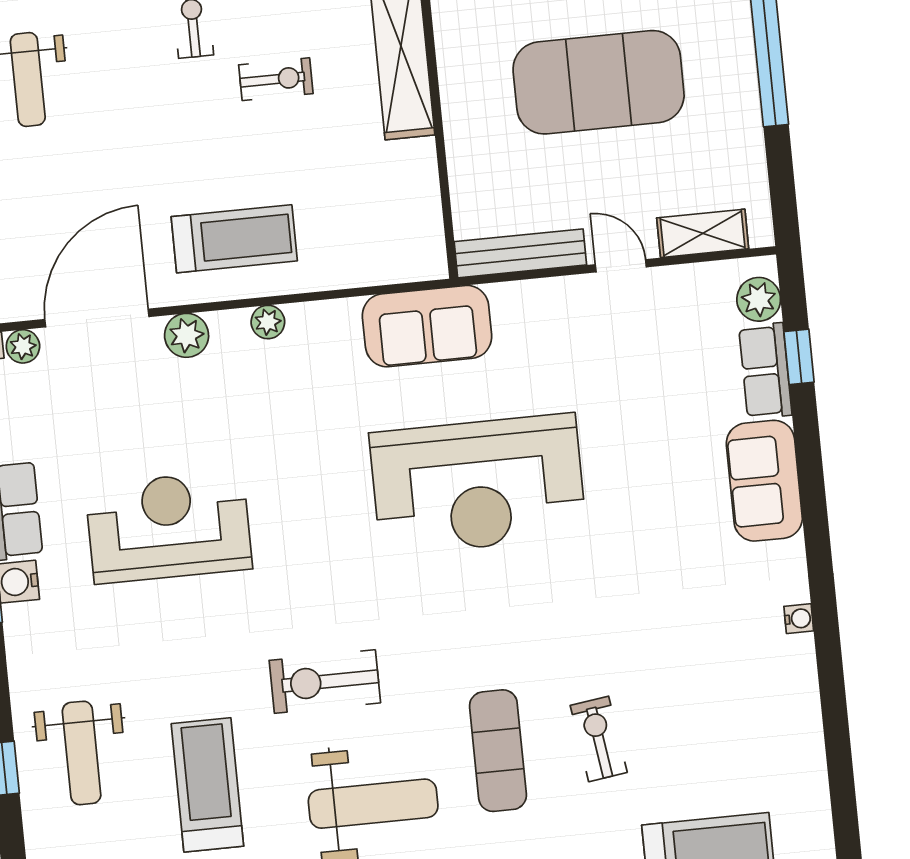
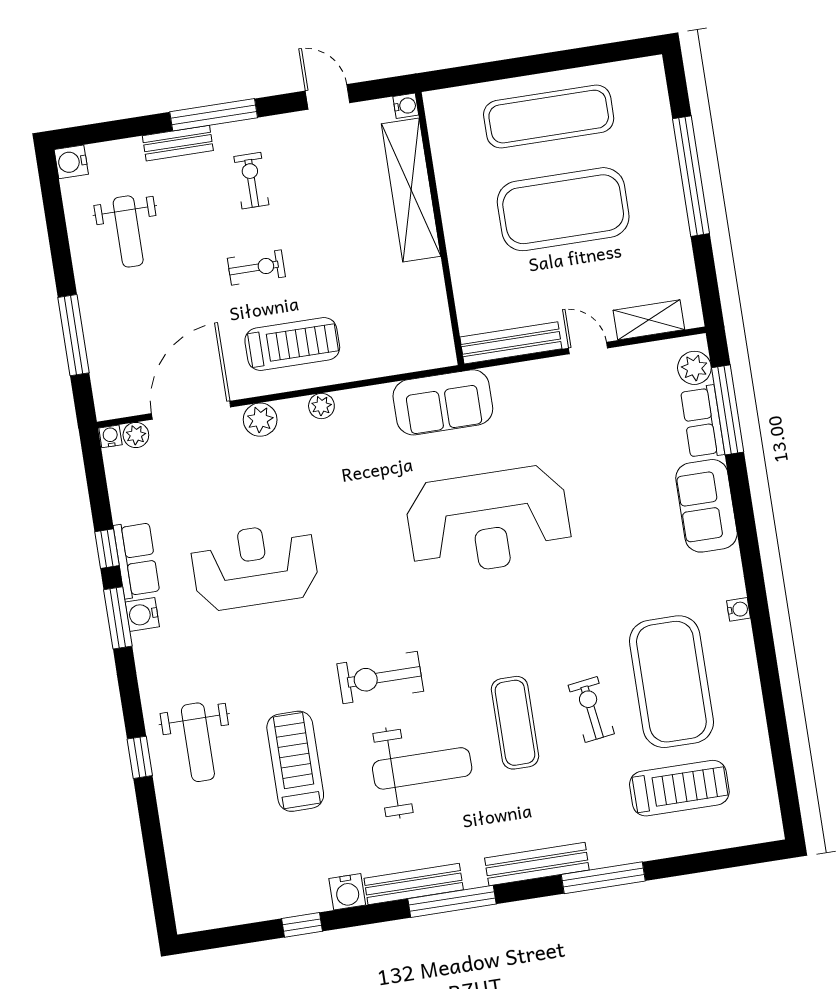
exercise bike: (276, 79) -> (256, 268), moved
window: (799, 357) -> (728, 410), width x2.17
exercise mat: (706, 708) -> (671, 682), added

